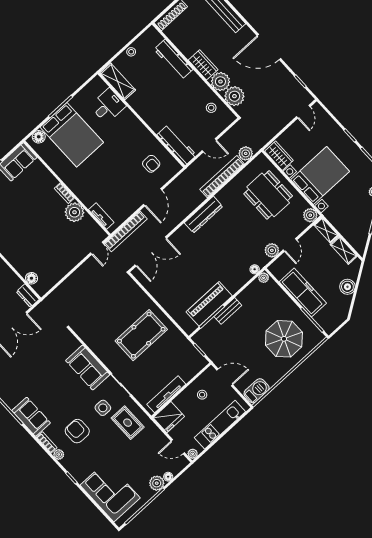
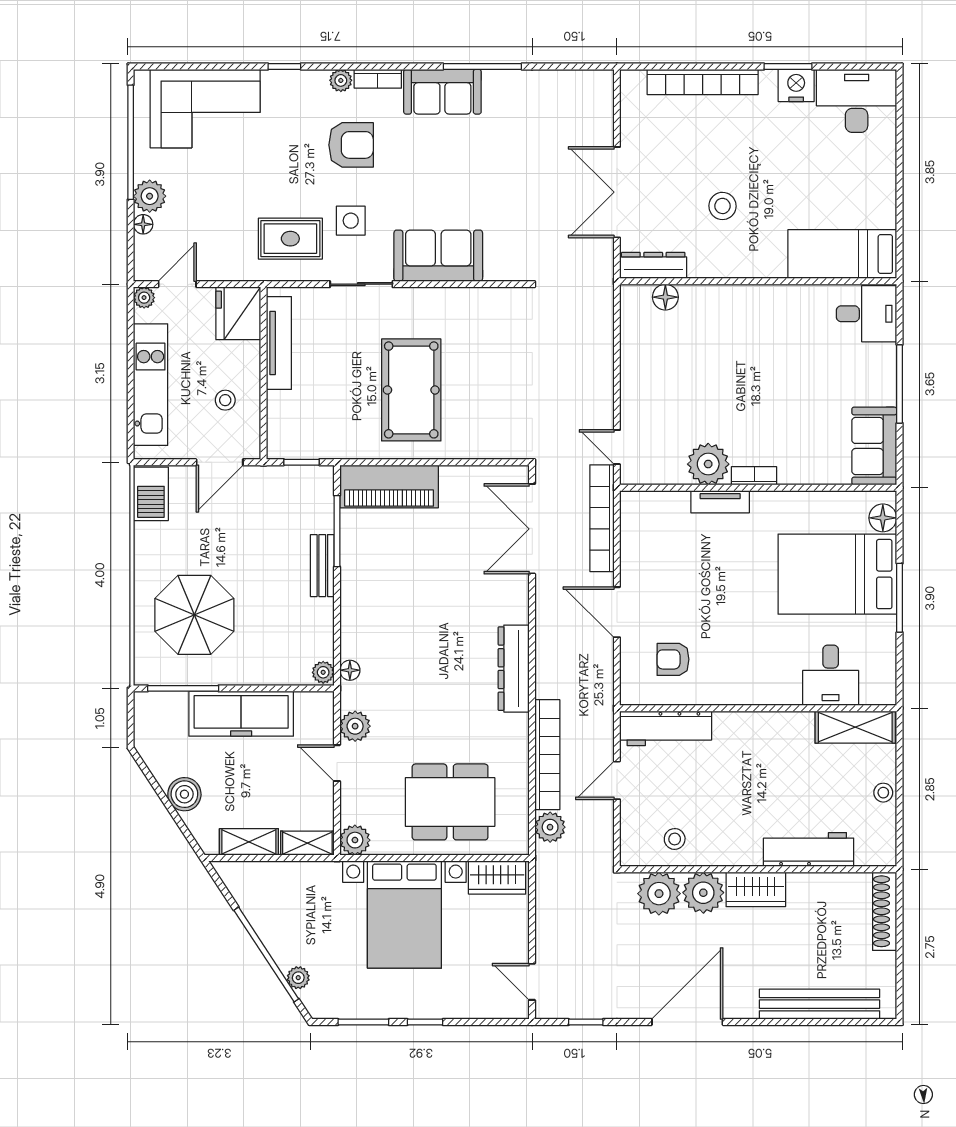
tv unit: (101, 216) -> (720, 502), moved
dresser: (28, 296) -> (653, 265), width x1.44
piano: (209, 304) -> (389, 486), moved, turned 90

